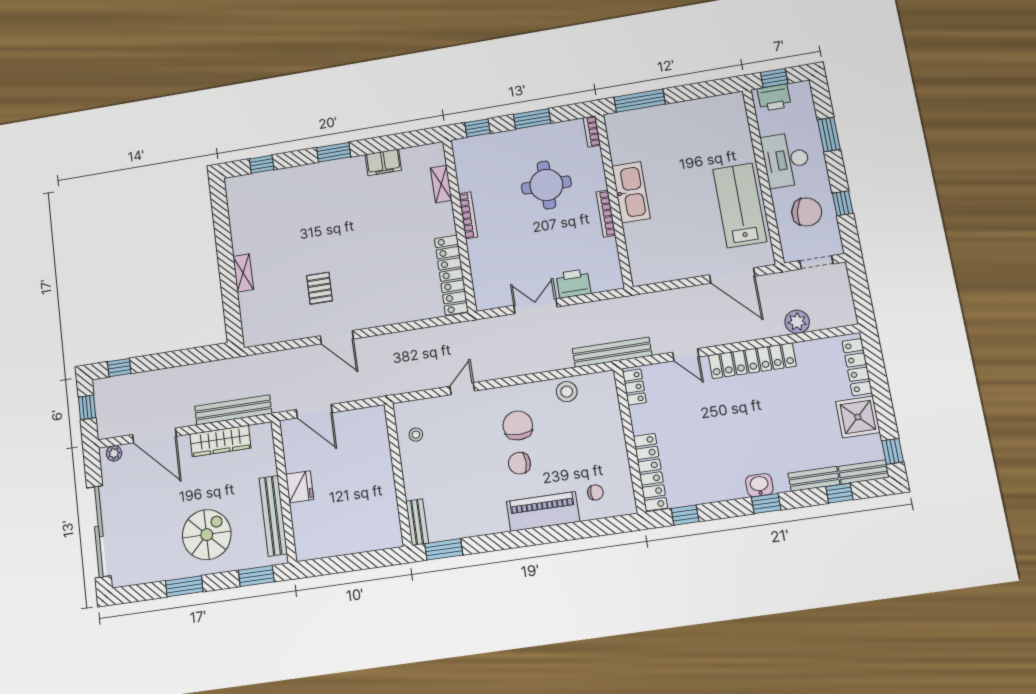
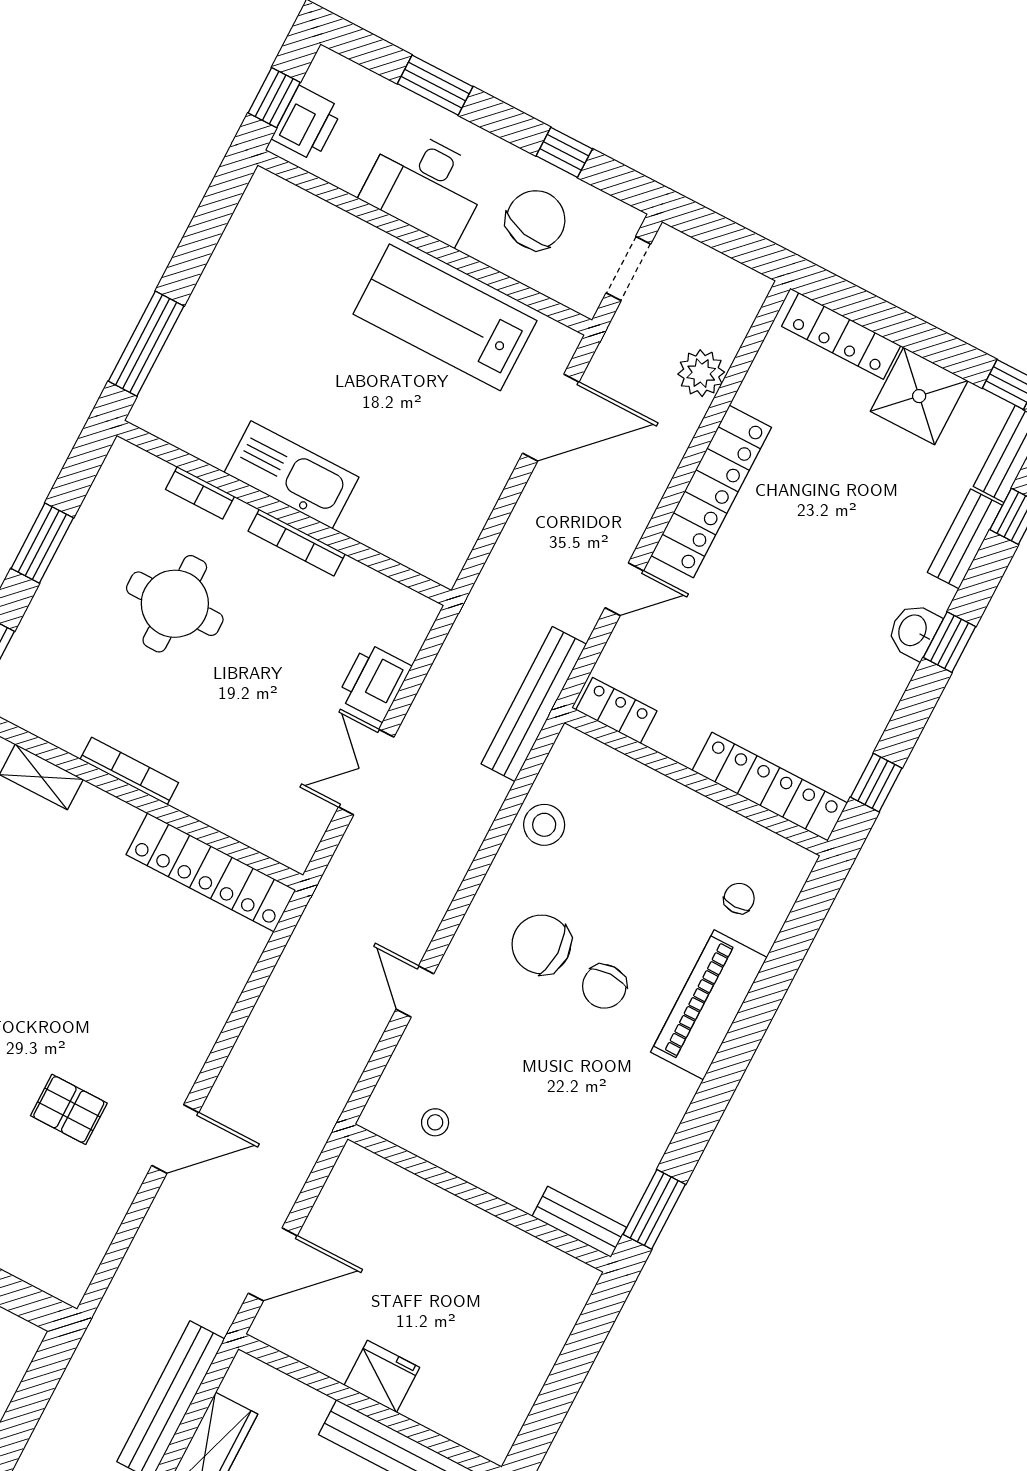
bookcase: (592, 131) -> (200, 493), moved

